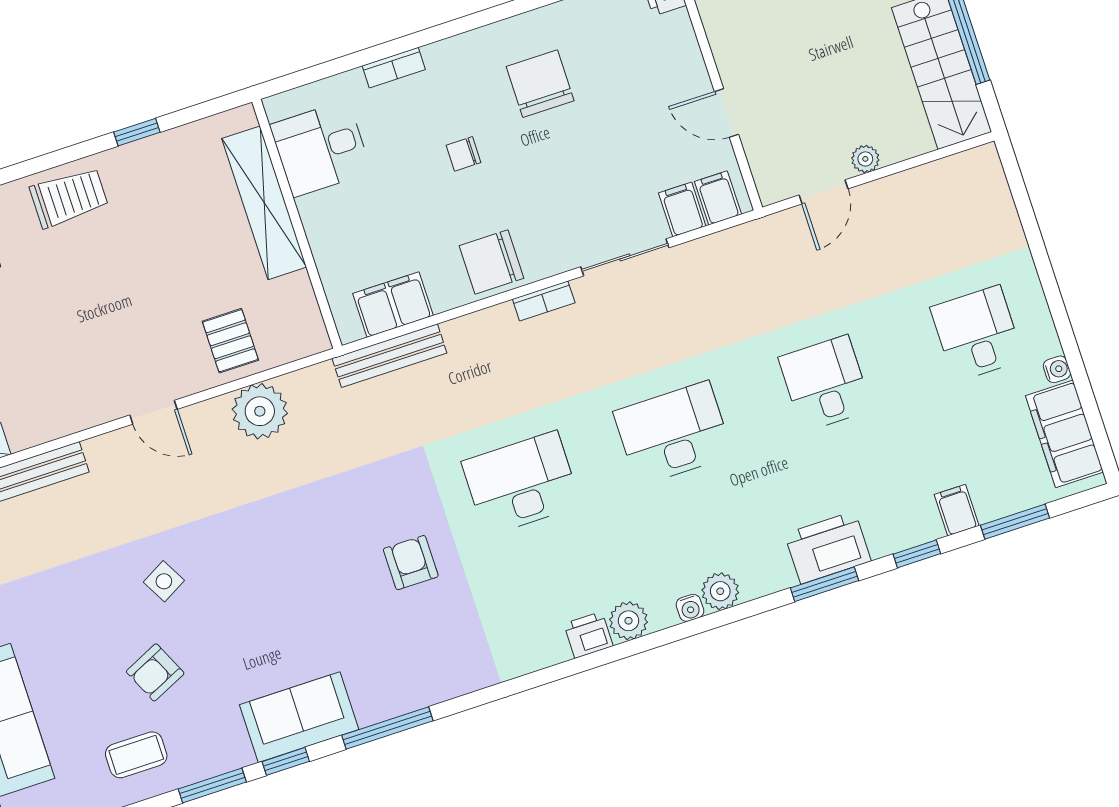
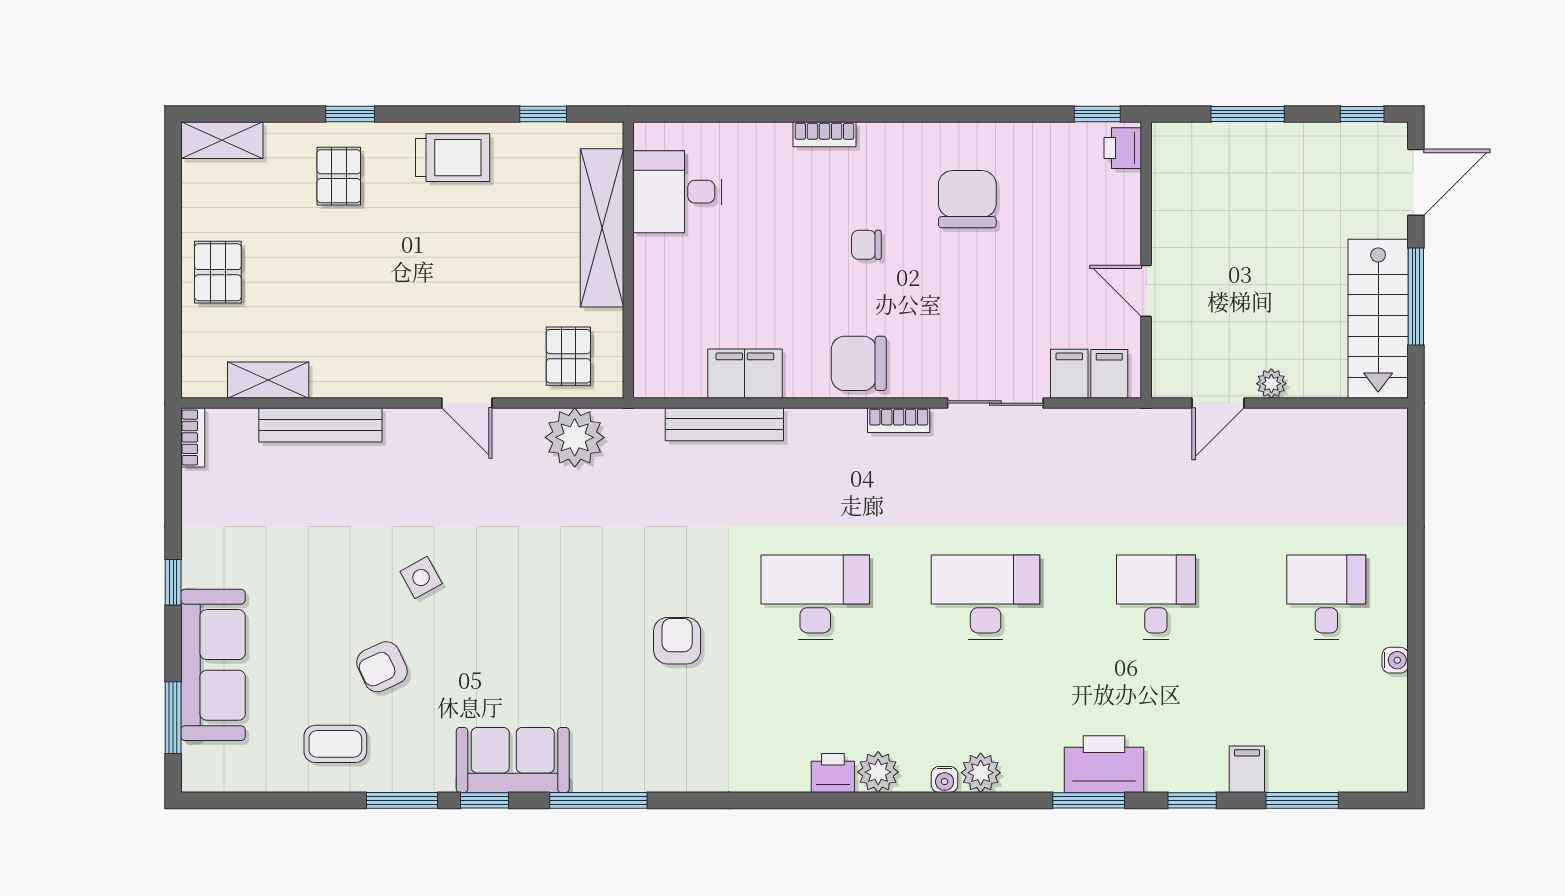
desk: (321, 148) -> (677, 192), moved
shelving: (264, 203) -> (602, 228), moved
wall: (297, 224) -> (628, 260), moved
filing cabinet: (1064, 434) -> (1381, 728), removed

